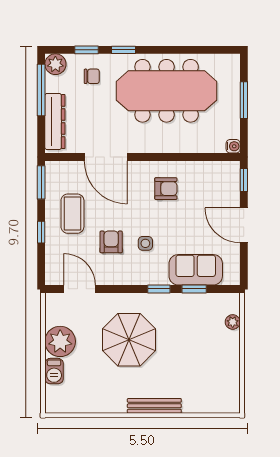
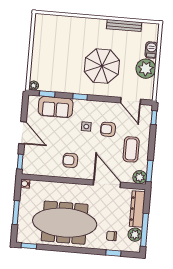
window: (124, 50) -> (29, 246), moved
plant: (55, 64) -> (135, 235), moved
plant: (55, 171) -> (140, 177), added
window: (41, 232) -> (154, 118), moved
armchair: (111, 242) -> (108, 129), turned 90
window: (194, 289) -> (47, 94), moved
plant: (233, 322) -> (34, 86), moved
bench: (154, 406) -> (124, 25), moved

